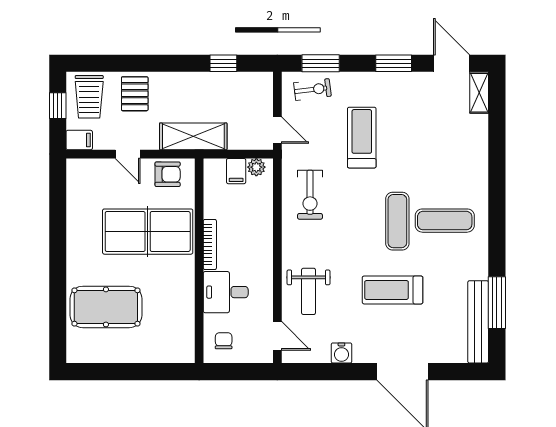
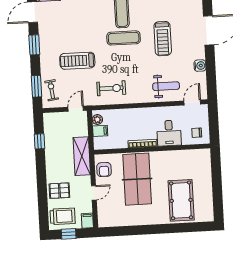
armchair: (168, 174) -> (104, 170), turned 180

